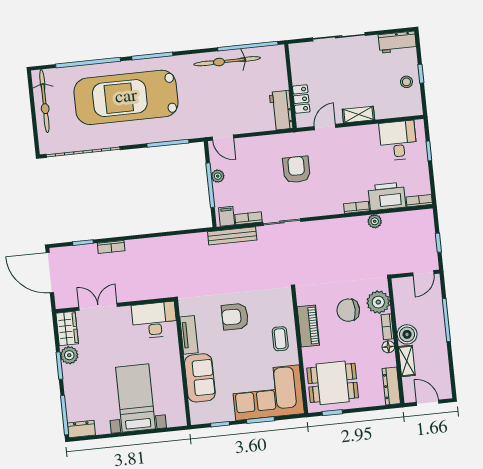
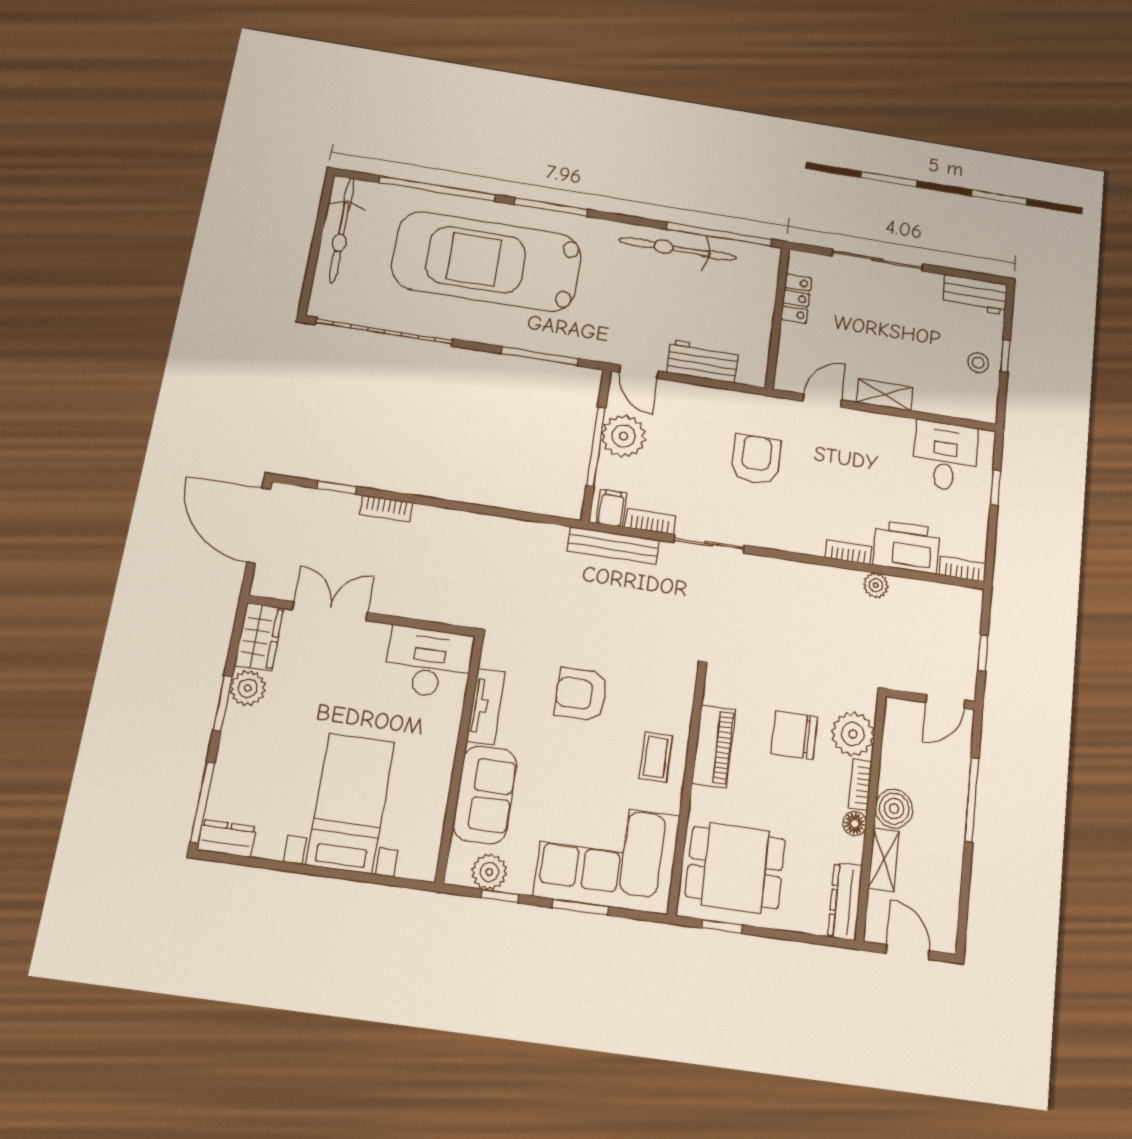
locker: (301, 99) -> (796, 298), moved
workbench: (281, 110) -> (702, 361), moved, turned 90
plant: (218, 176) -> (624, 436), width x1.87, depth x1.87
plant: (212, 414) -> (489, 872), added

